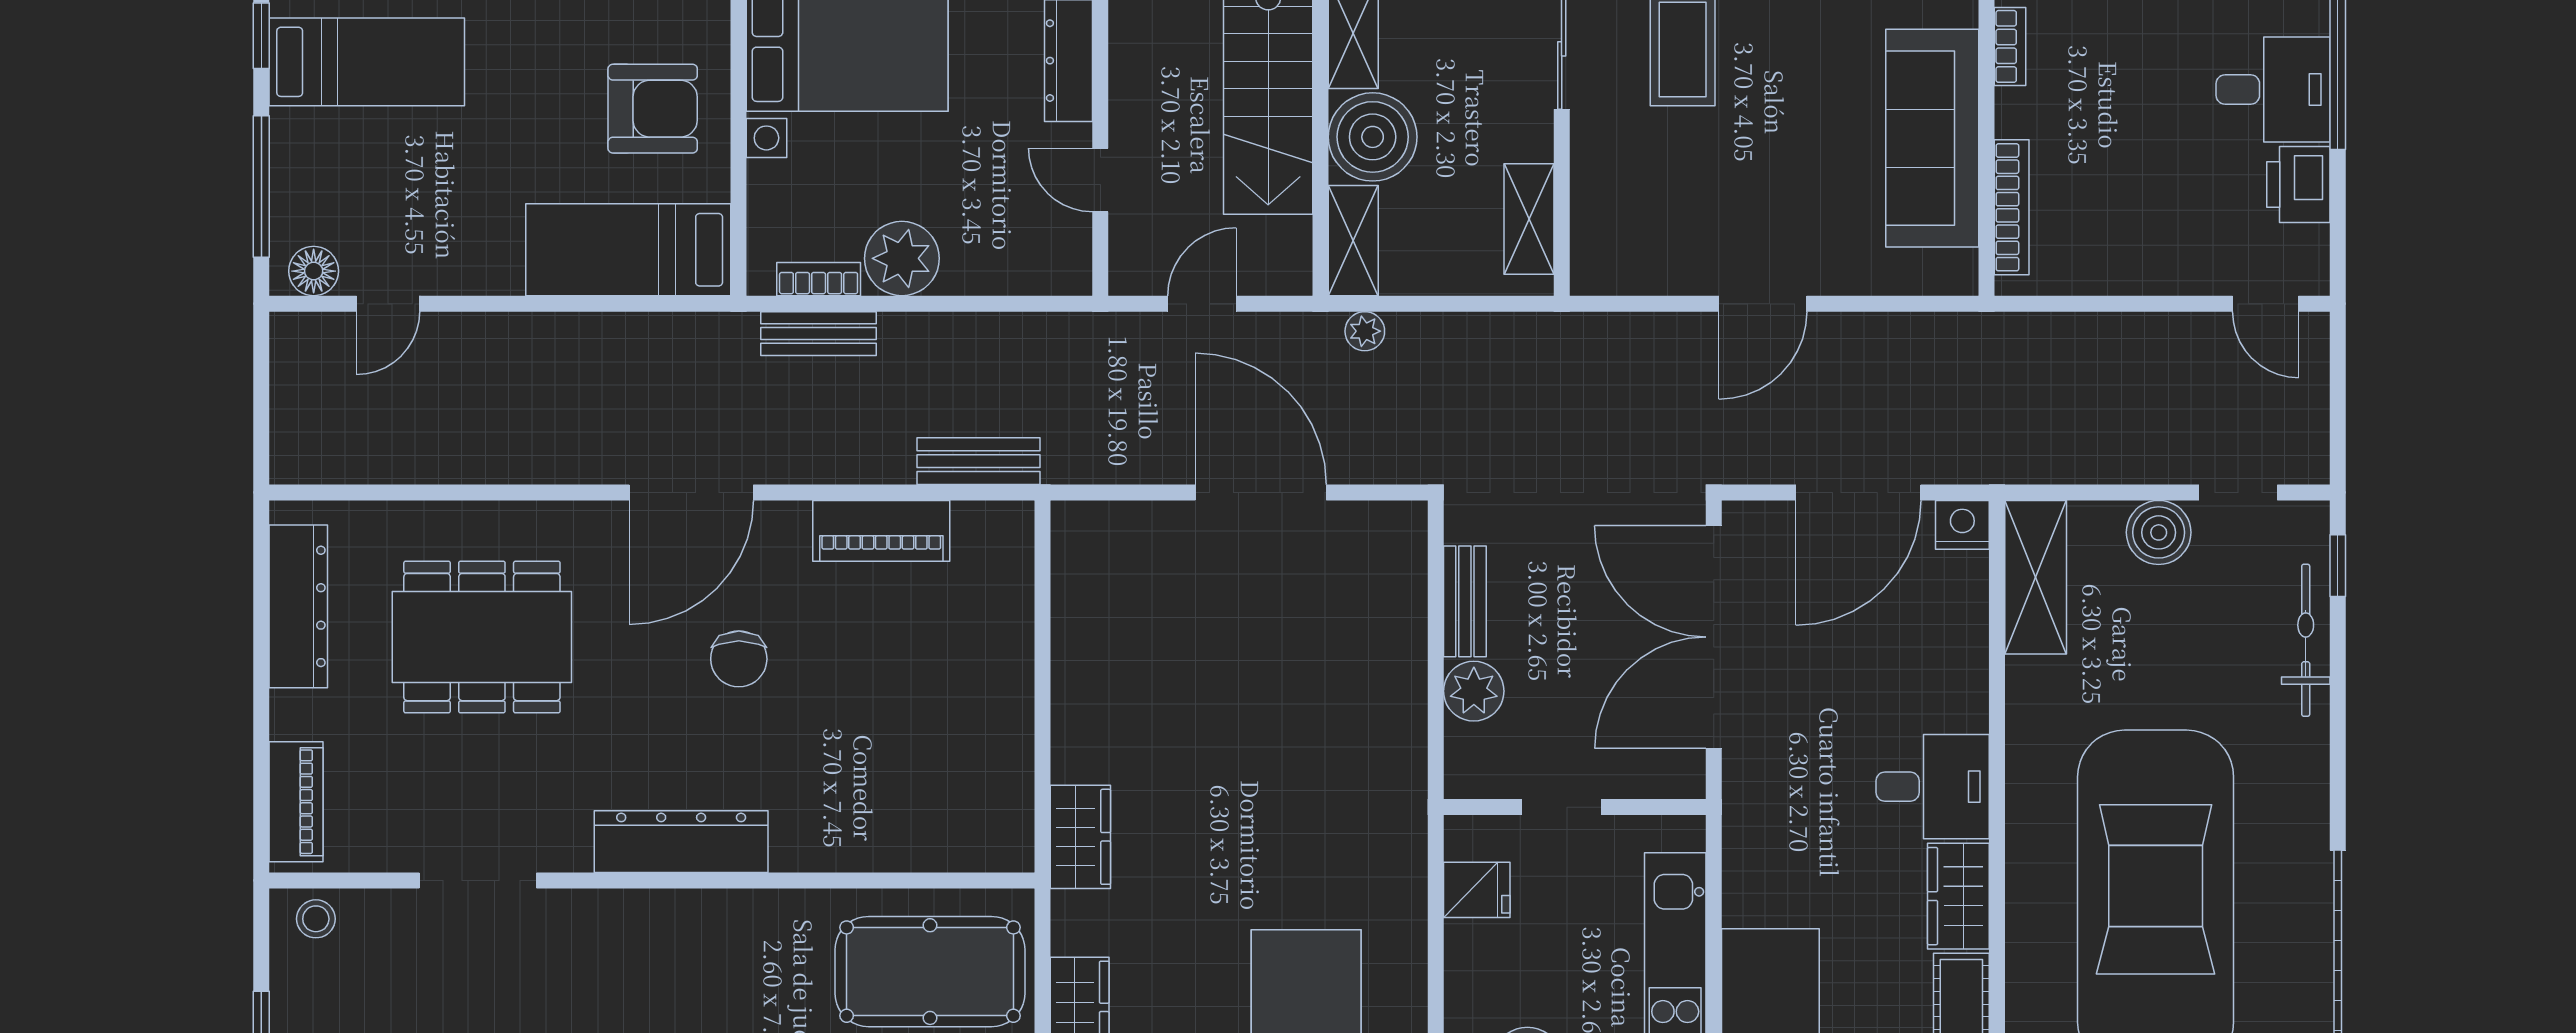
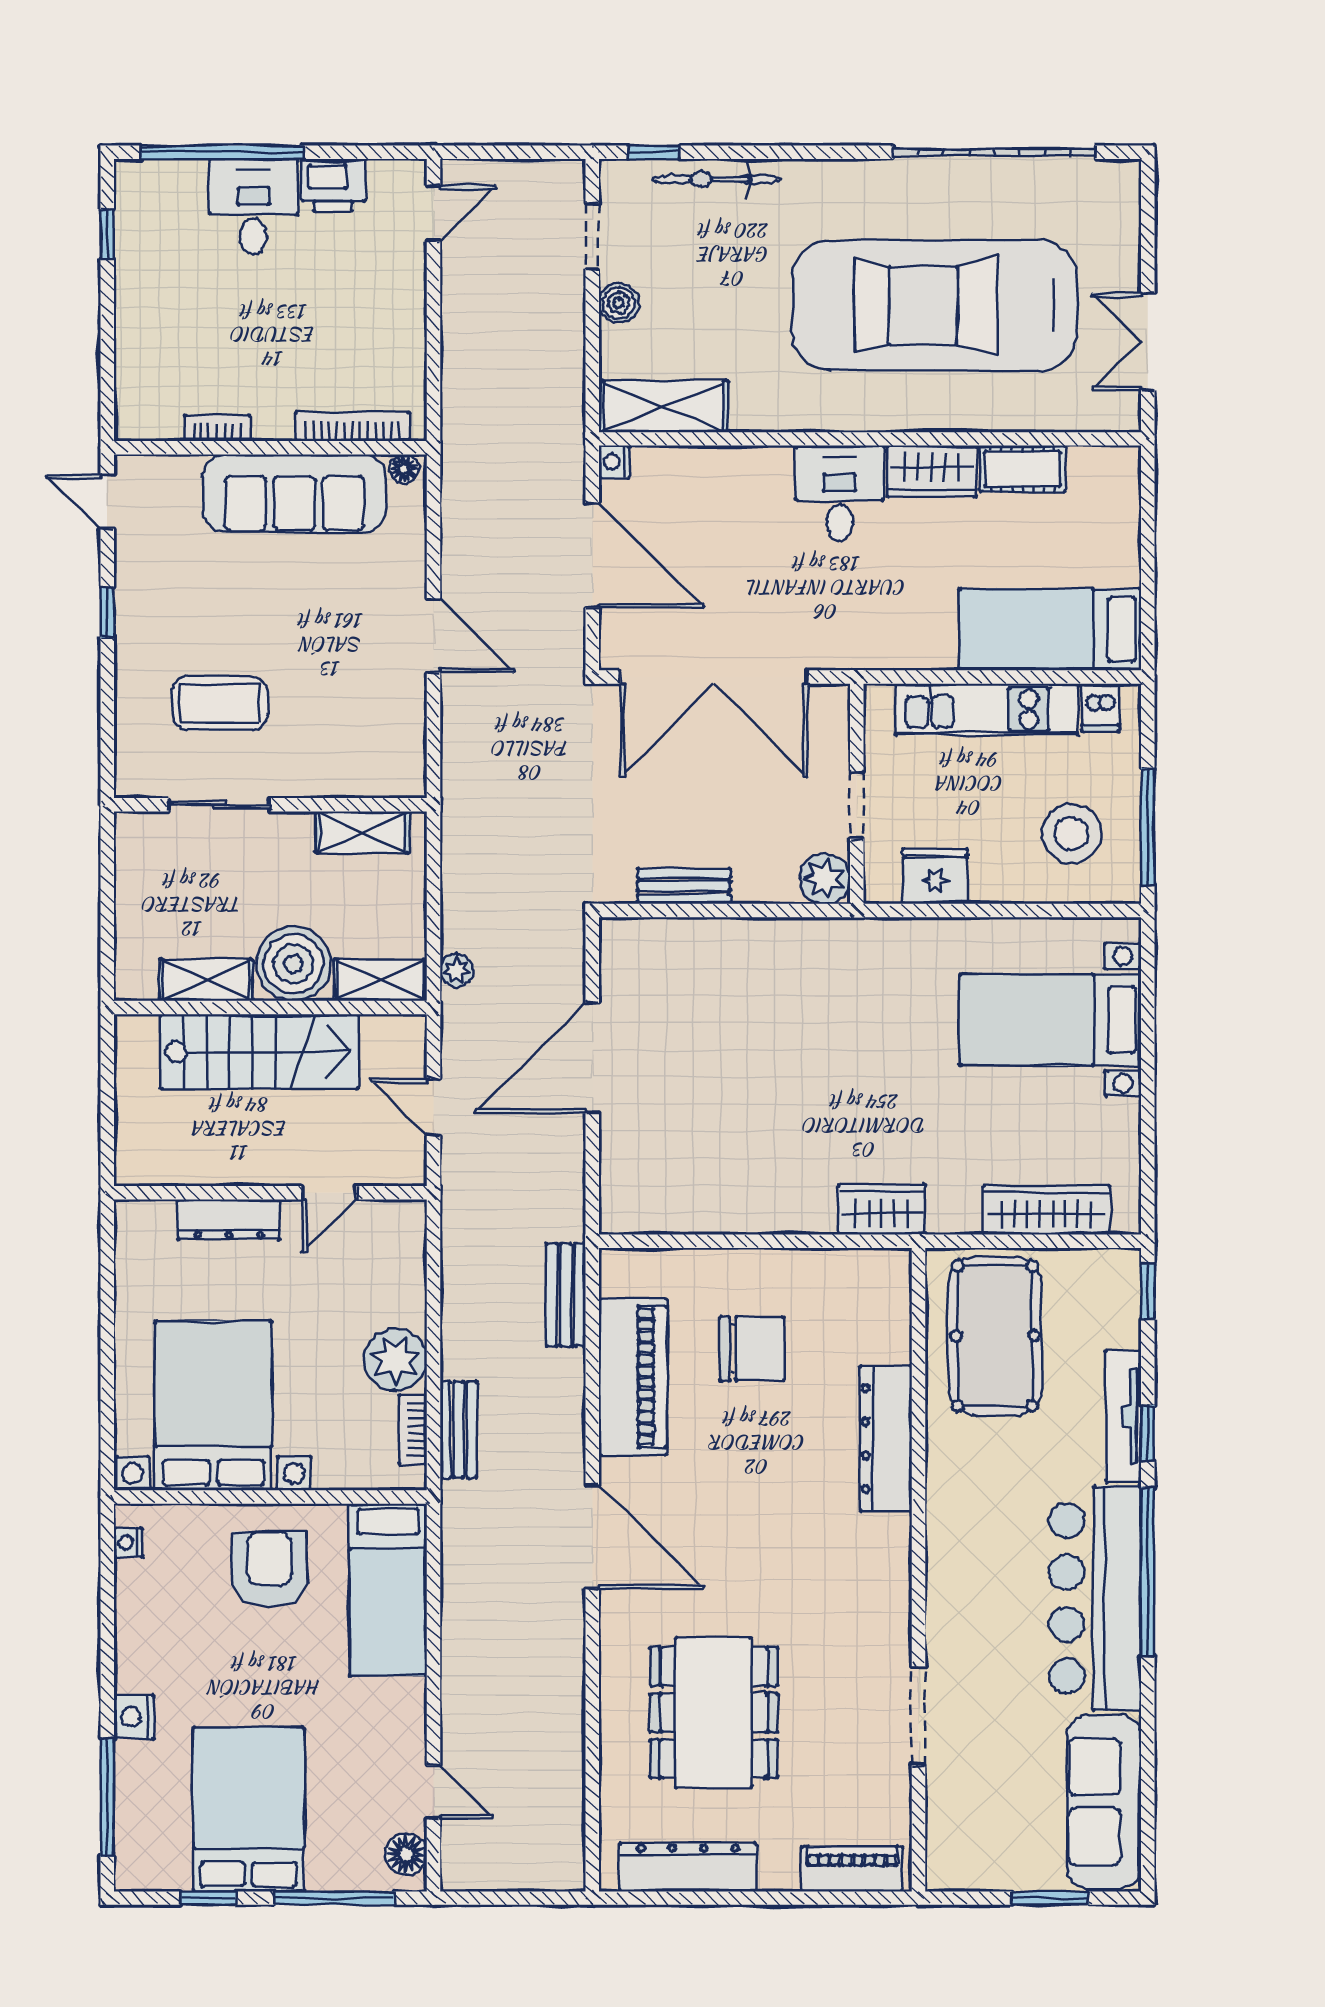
bed: (367, 62) -> (249, 1809), width x1.50
floor lamp: (1961, 269) -> (404, 469), added
nightstand: (1962, 525) -> (614, 462), width x0.72, depth x0.74
piano: (881, 531) -> (633, 1377), width x1.37, depth x1.33
boiler: (2159, 532) -> (619, 303), width x0.73, depth x0.73
chair: (739, 659) -> (752, 1349), moved, width x1.37, depth x1.37
plant: (1474, 691) -> (825, 879), moved
dresser: (681, 842) -> (886, 1439), moved
fridge: (1477, 890) -> (935, 876), width x1.38
stool: (316, 919) -> (951, 1852), removed

